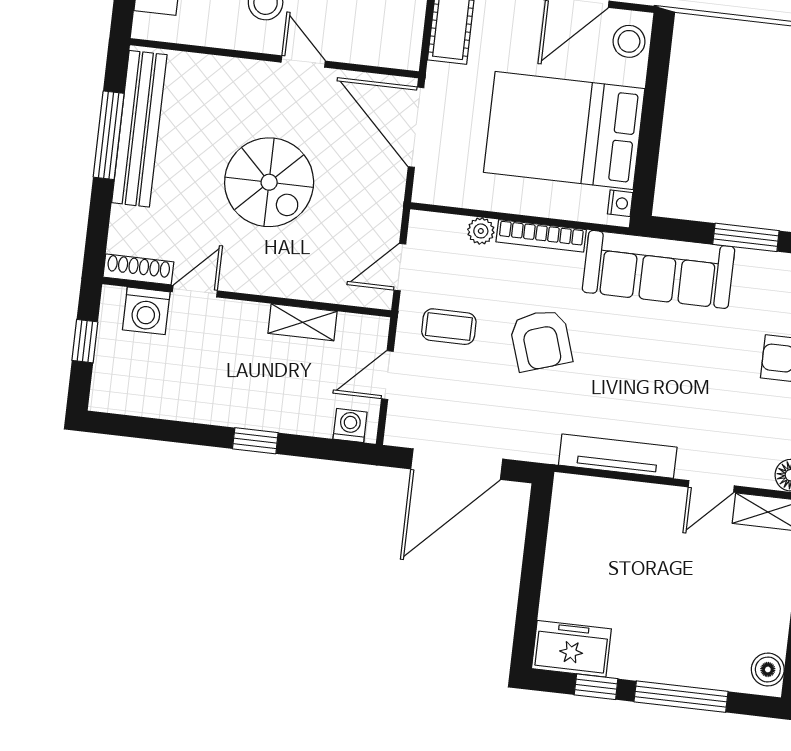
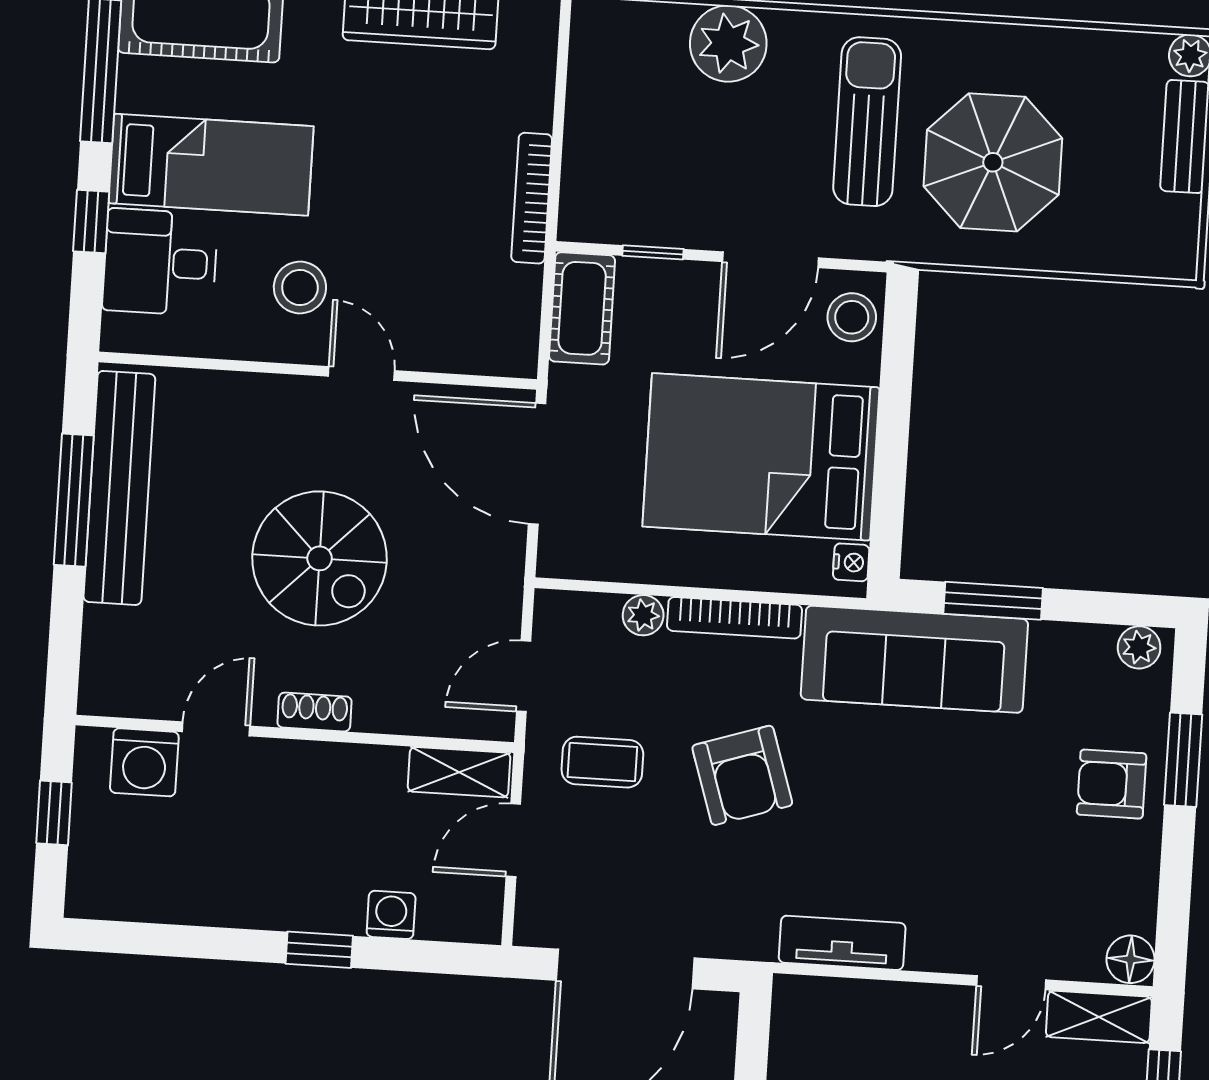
window: (746, 237) -> (993, 601), moved
shoe rack: (138, 269) -> (314, 712), moved, width x0.70
shelving: (303, 322) -> (459, 772), moved
washing machine: (350, 426) -> (391, 915), moved
tv unit: (618, 456) -> (842, 943), width x0.71

